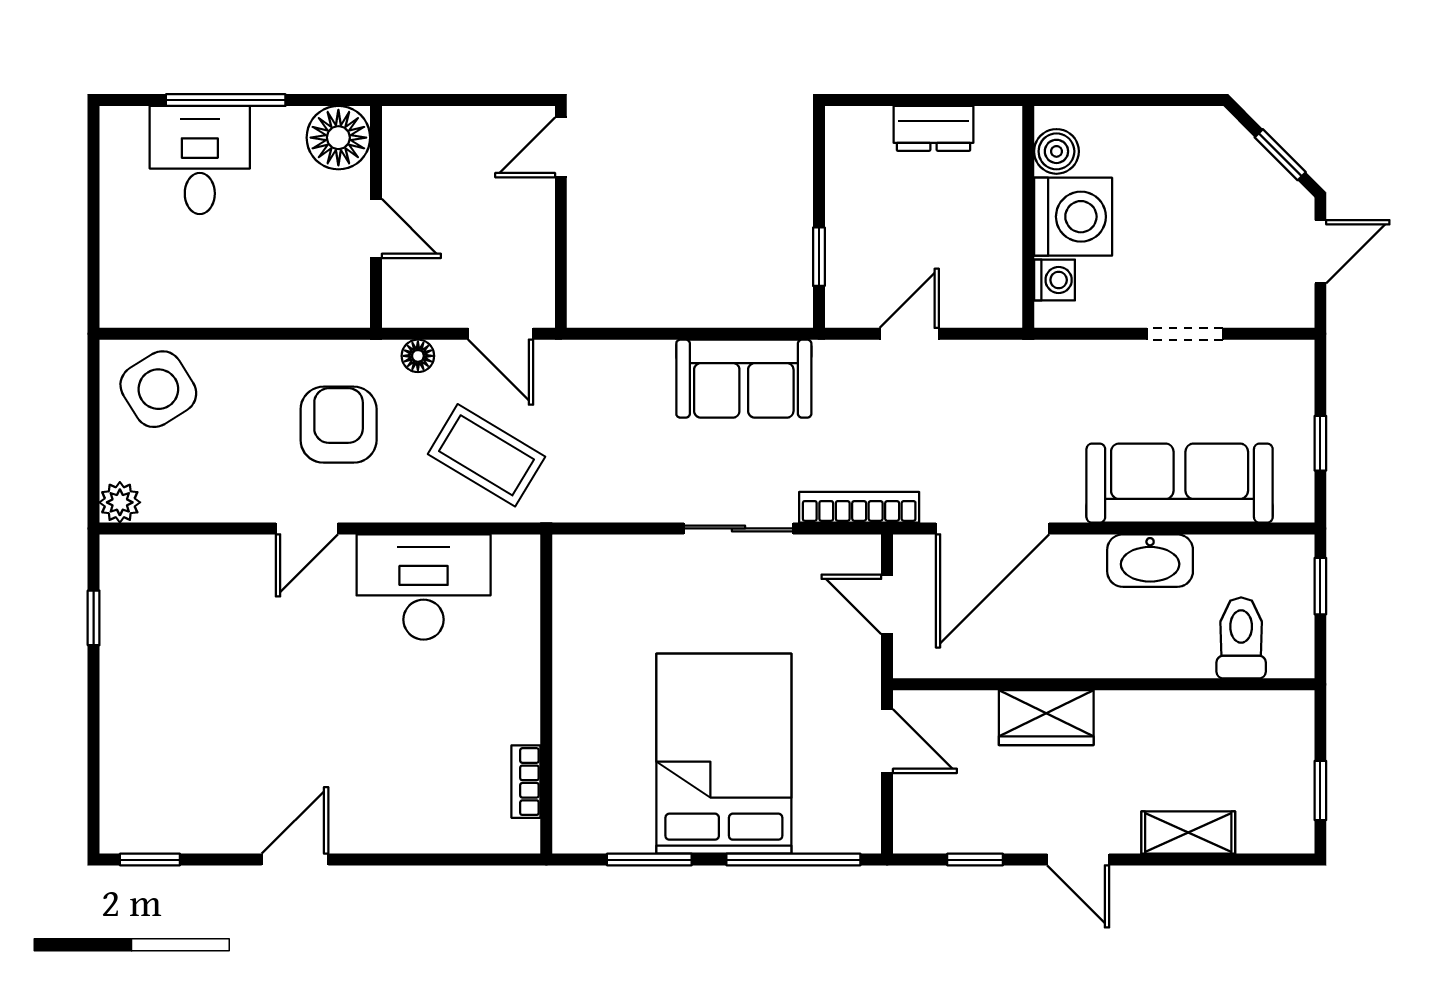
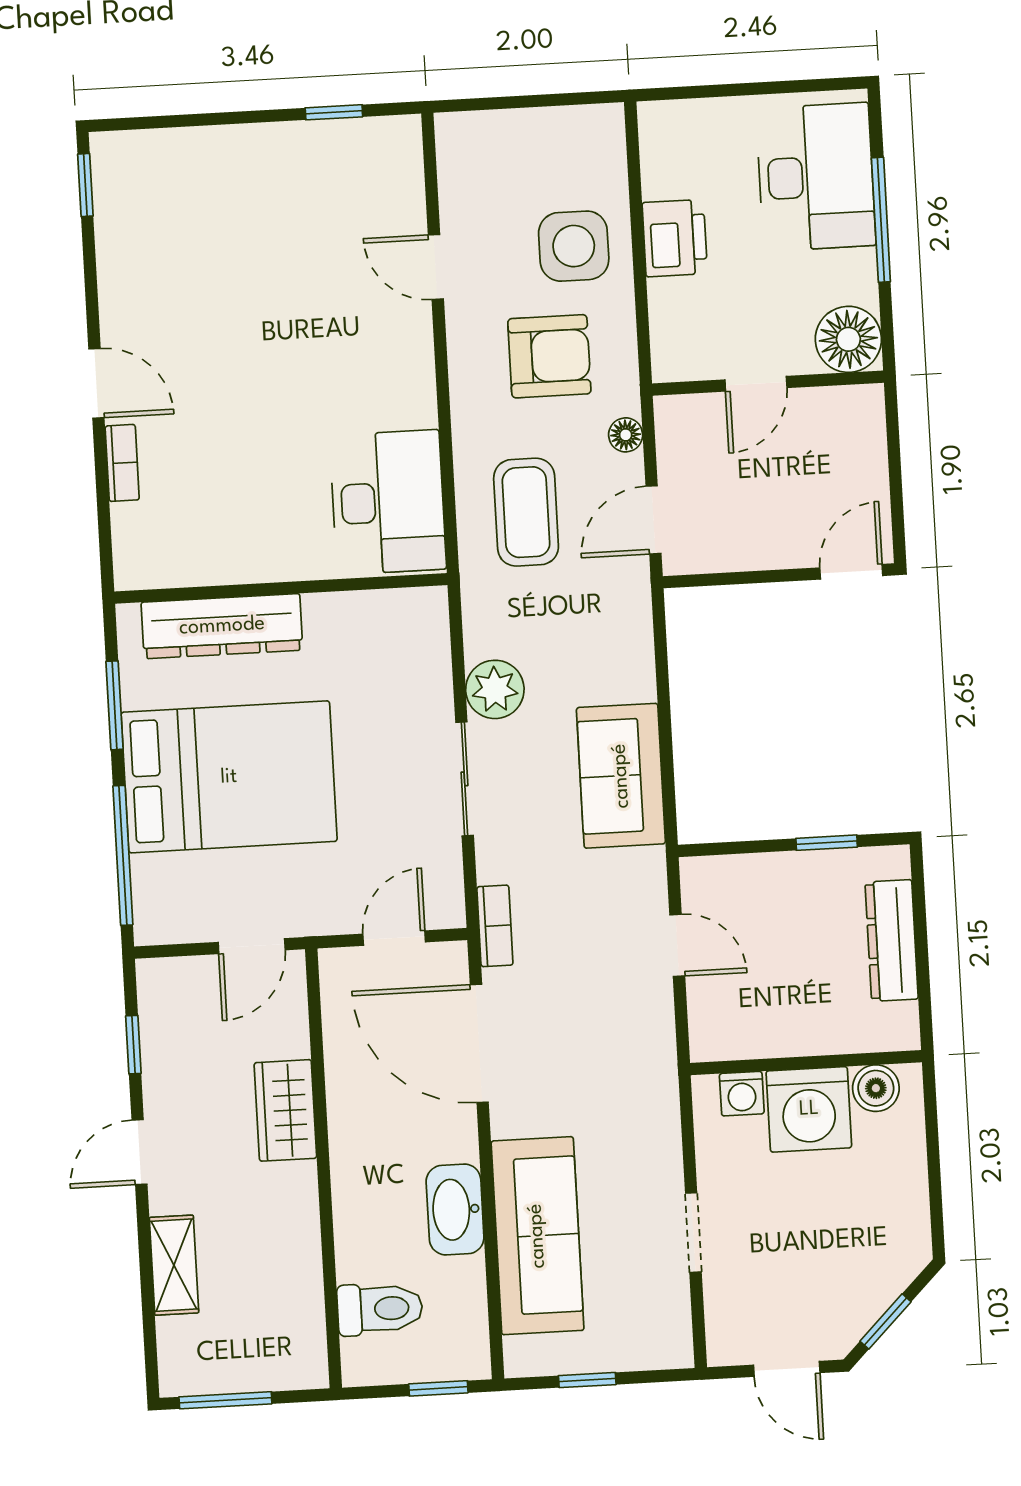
dresser: (933, 128) -> (892, 941), width x1.44
door: (561, 147) -> (851, 572), hinge flipped
desk: (200, 160) -> (816, 177), width x1.37
window: (819, 257) -> (827, 843), moved
printer: (232, 298) -> (675, 238), added
side table: (158, 389) -> (574, 246), moved, turned 32
coffee table: (486, 455) -> (526, 512), turned -31
plant: (120, 502) -> (495, 689), moved, width x1.38, depth x1.38
bookcase: (859, 507) -> (495, 926), width x0.64
door: (307, 528) -> (436, 267), moved
desk: (424, 587) -> (388, 502), moved
dresser: (579, 752) -> (222, 626), added
bookcase: (526, 782) -> (122, 463), moved, turned 90
window: (1320, 790) -> (225, 1400), width x1.50
door: (295, 860) -> (96, 383), moved

